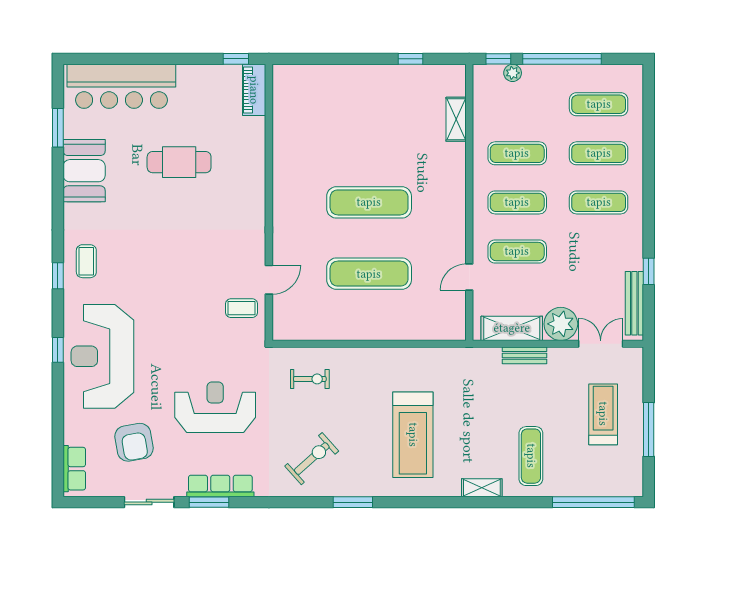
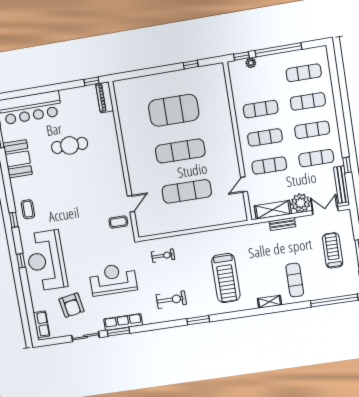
shelving: (456, 119) -> (222, 95), removed
exercise mat: (369, 131) -> (174, 110), added
exercise mat: (599, 251) -> (316, 158), added
exercise bike: (312, 459) -> (171, 300), turned 42

